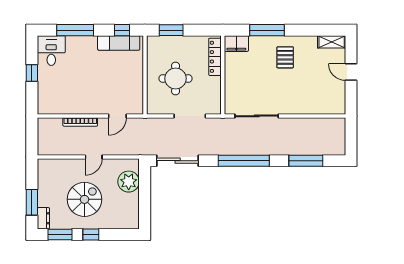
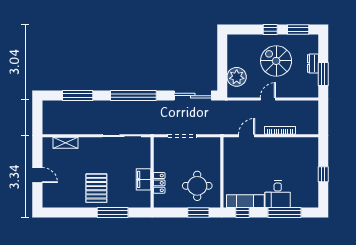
shelving: (332, 42) -> (65, 143), moved
filing cabinet: (236, 44) -> (144, 179), moved, turned -90
desk: (51, 51) -> (278, 194), moved
locker: (215, 57) -> (159, 183), width x0.66
pallet: (285, 57) -> (96, 188), width x1.50, depth x1.42
round table: (176, 78) -> (197, 186), moved
spiral stairs: (85, 199) -> (276, 61), turned 90
window: (32, 202) -> (323, 74), moved
dresser: (43, 218) -> (313, 64), moved

